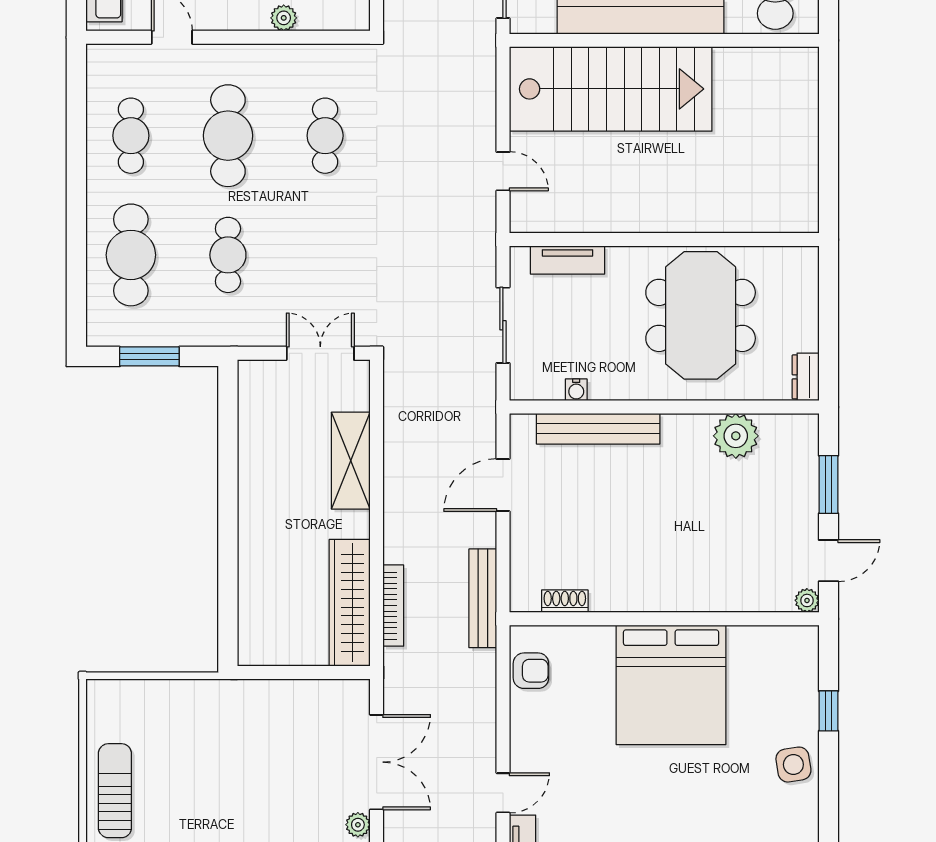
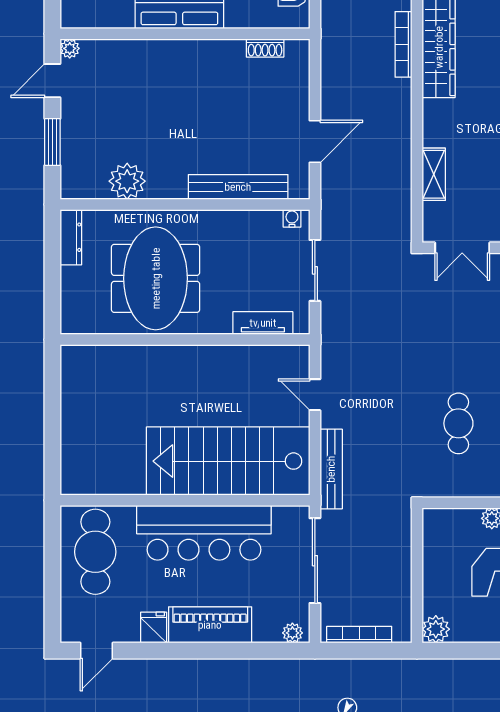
dresser: (806, 377) -> (71, 237), width x1.44
water cooler: (576, 390) -> (292, 218), moved
shelving: (351, 461) -> (434, 174), width x0.67, depth x0.75
bench: (483, 598) -> (331, 469), moved

